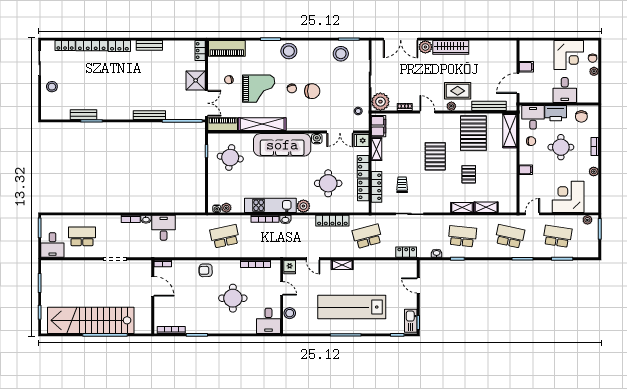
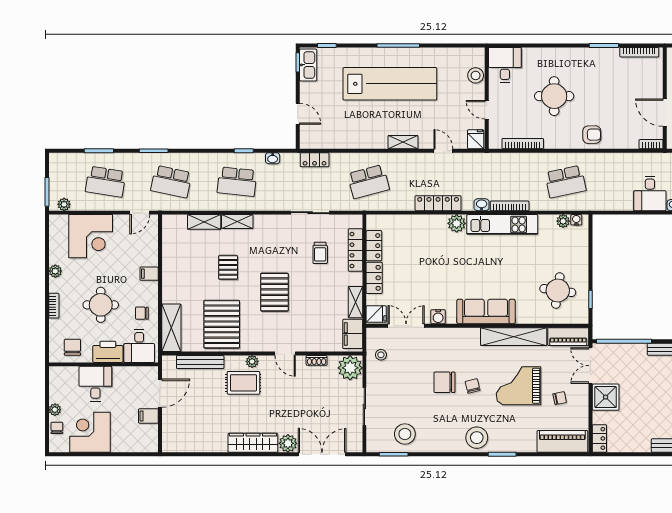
sofa: (282, 145) -> (486, 311), width x0.74, depth x0.79
round table: (328, 183) -> (422, 255), removed
locker: (332, 221) -> (438, 203), moved

